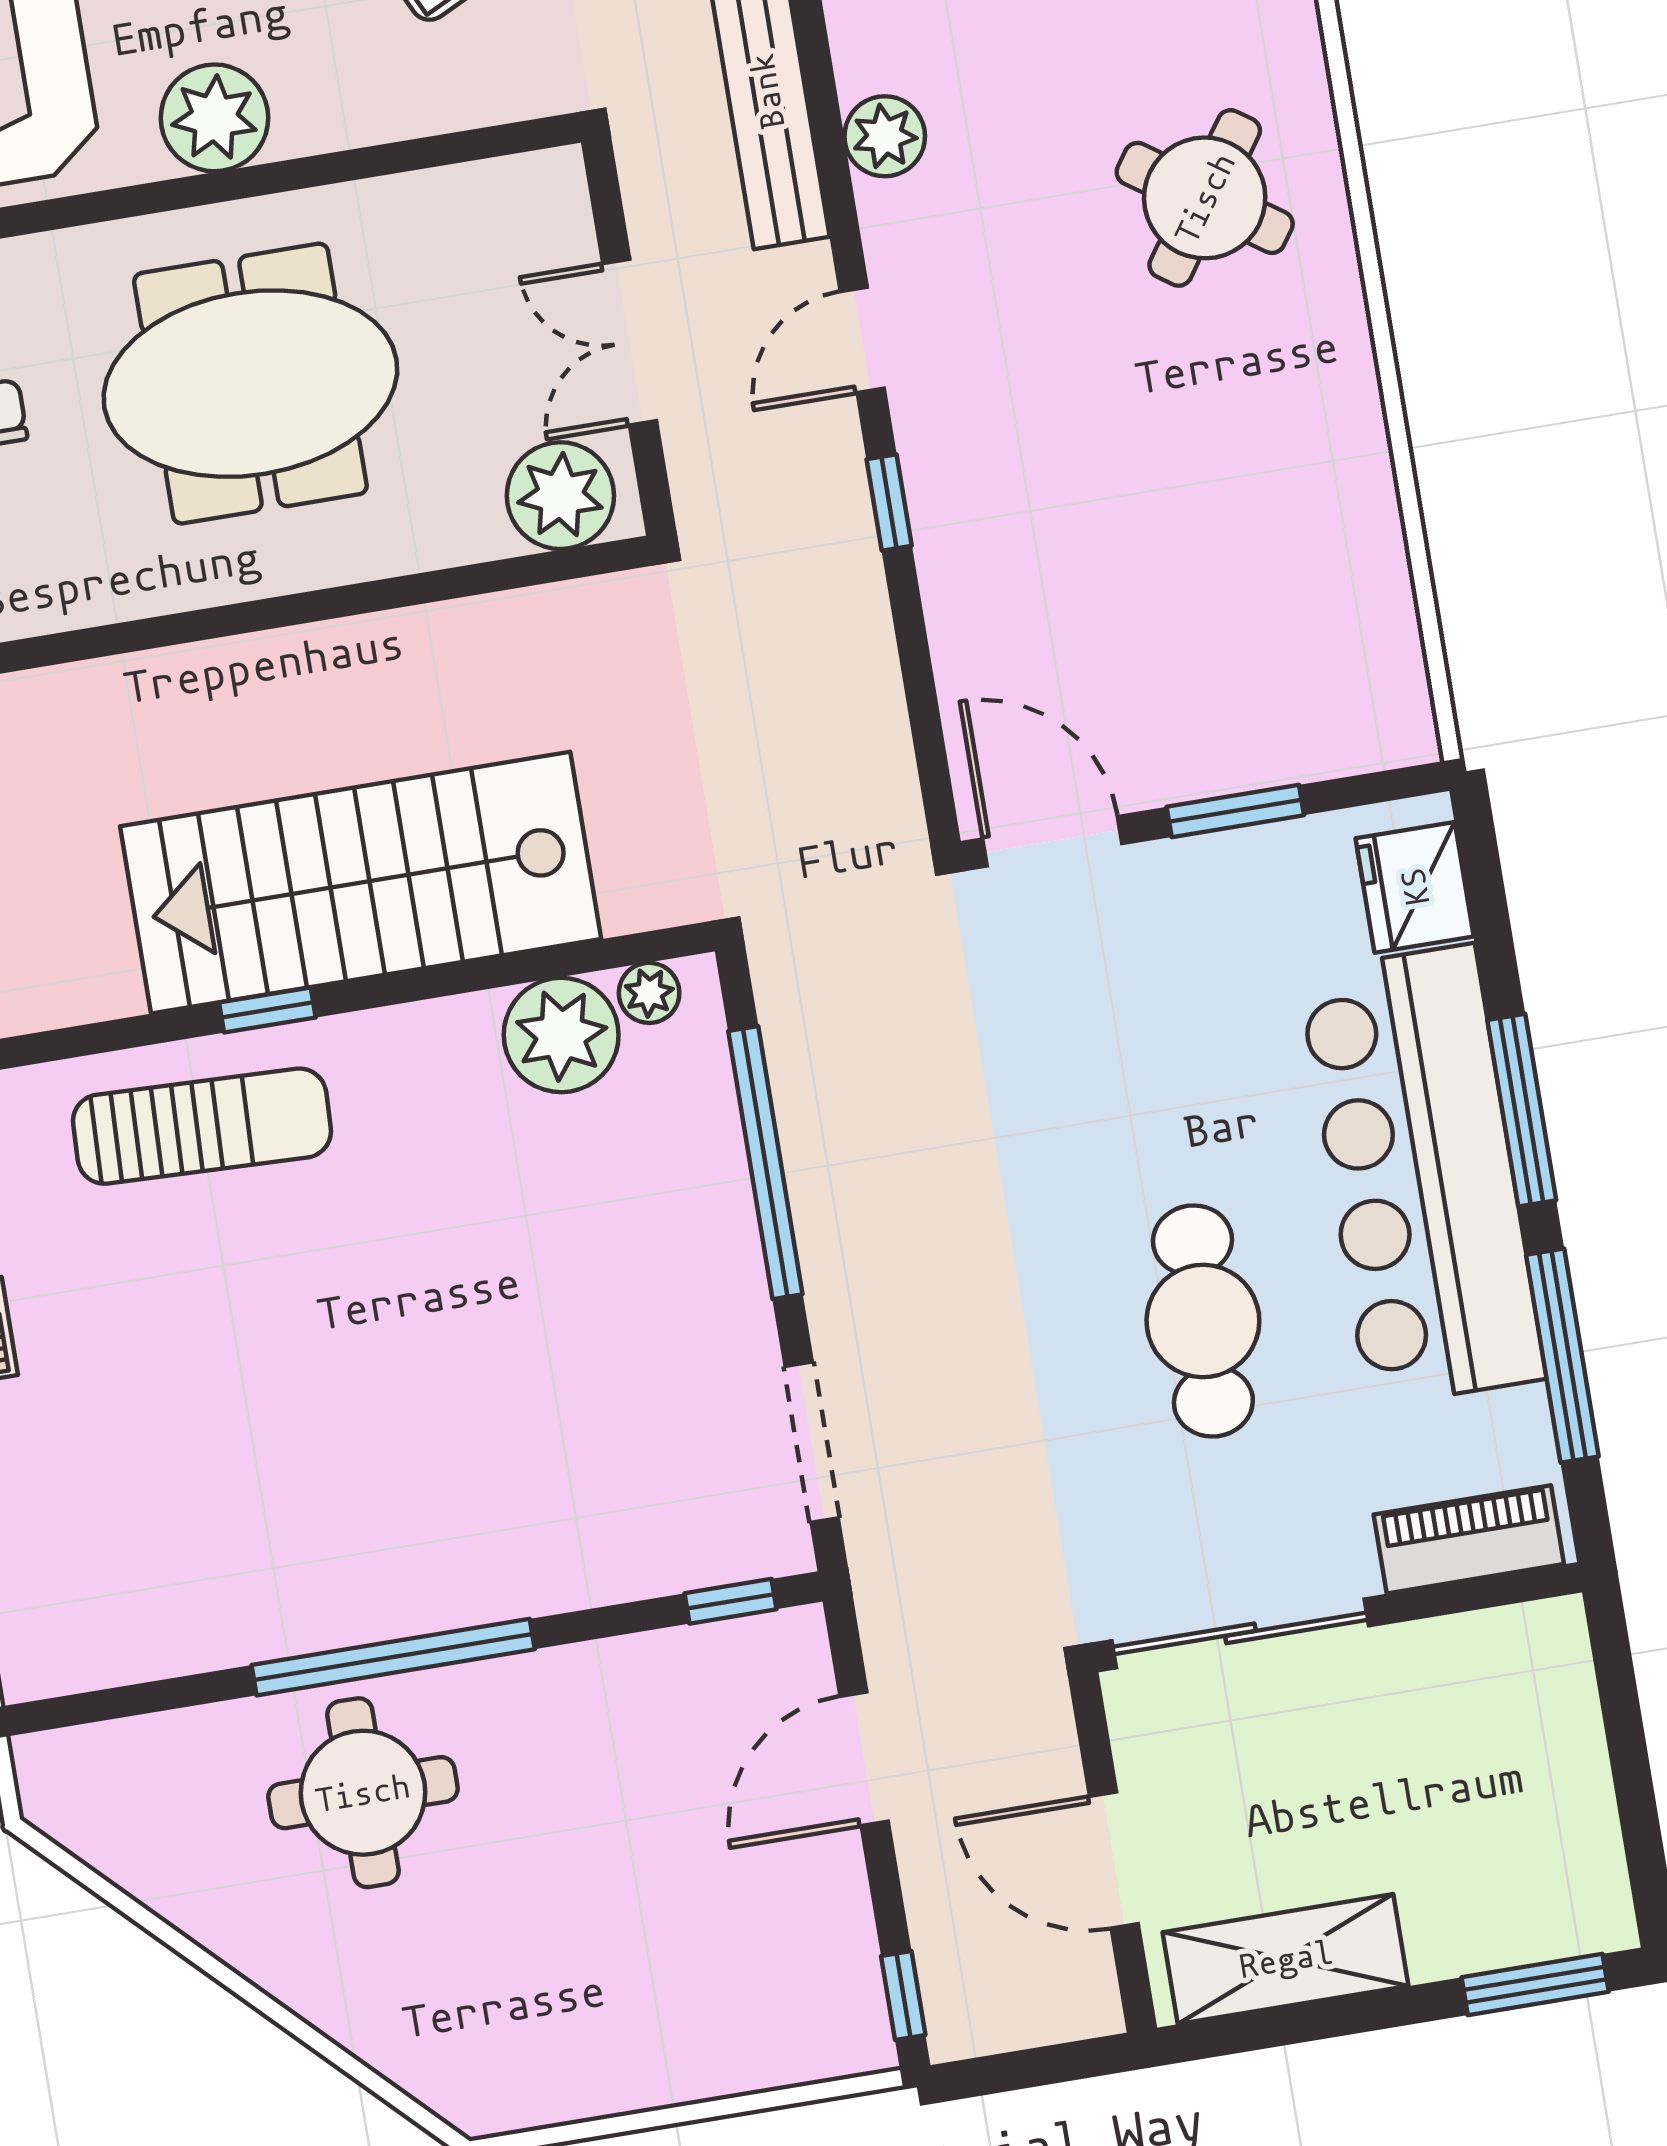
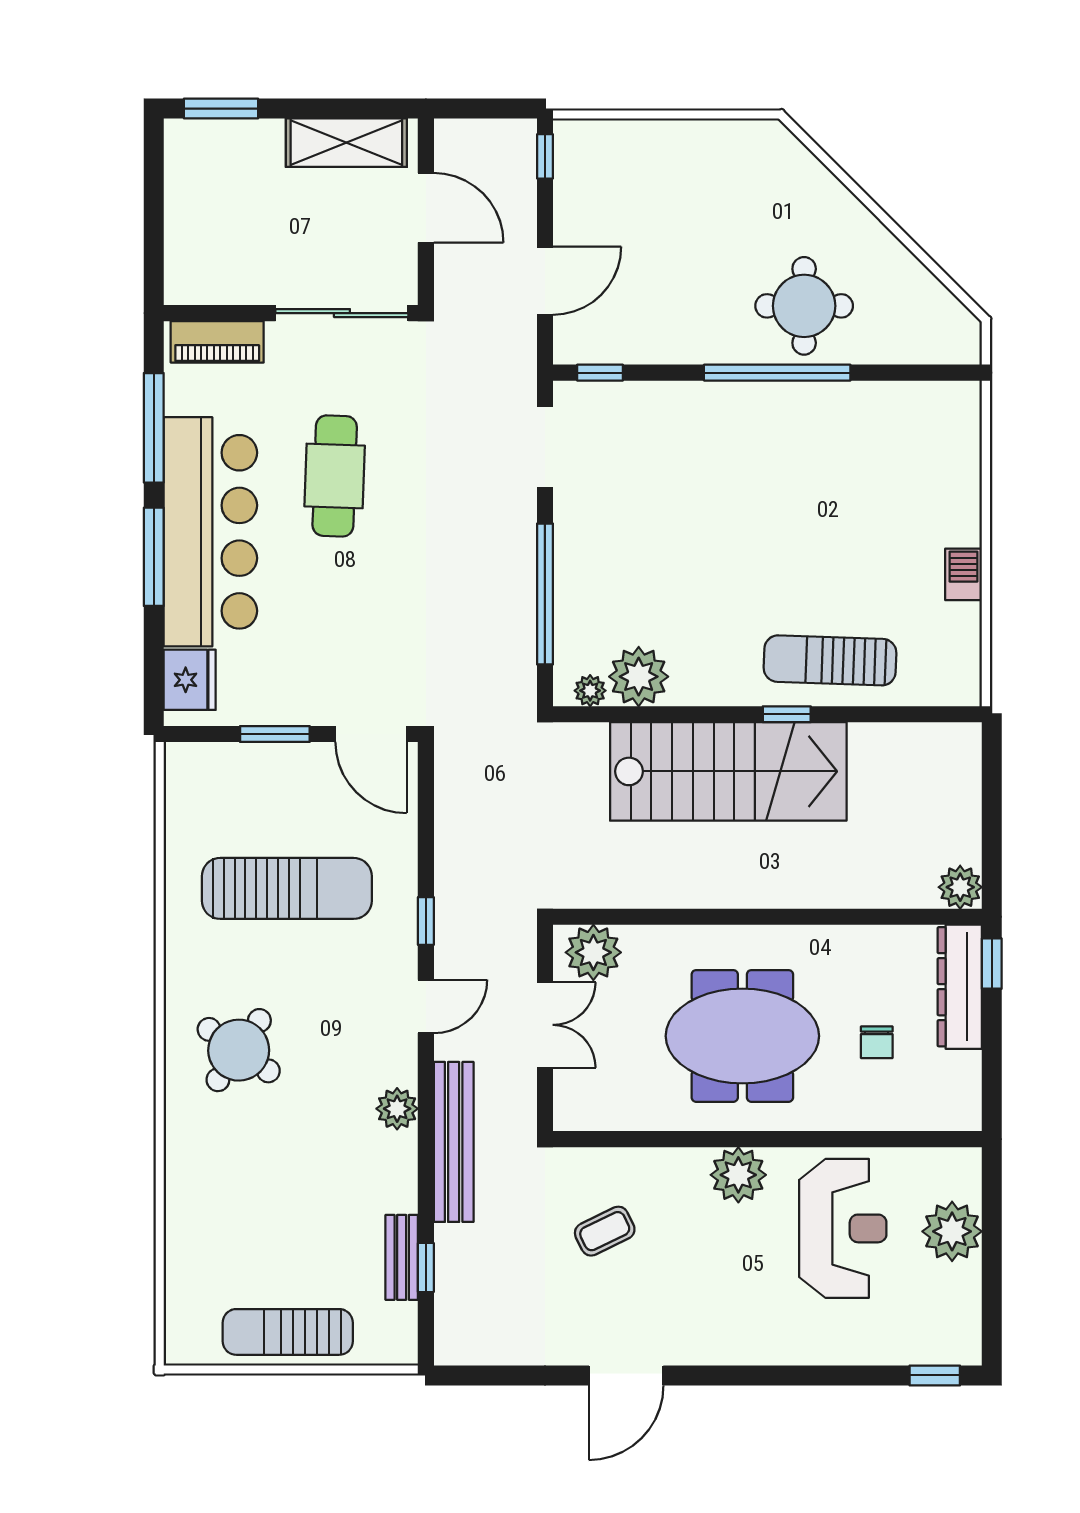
sun lounger: (1164, 521) -> (287, 888), added

